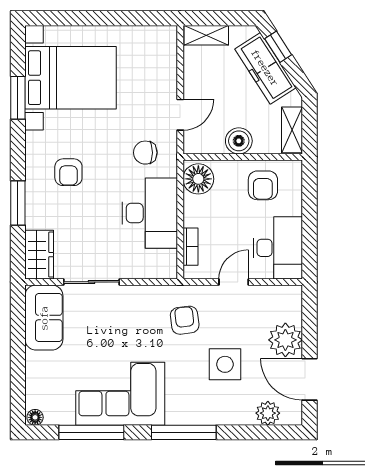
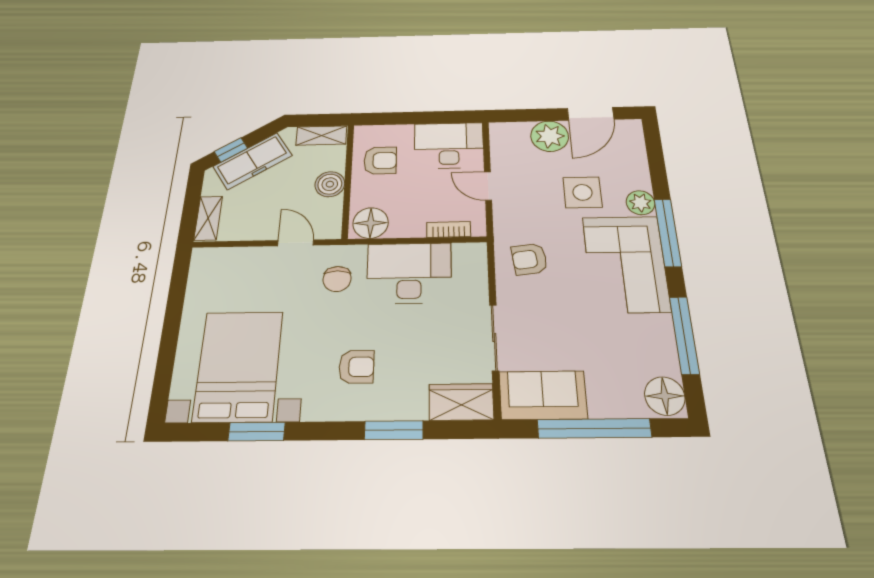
armchair: (185, 320) -> (529, 259), moved
window: (18, 354) -> (594, 428), added
corner sofa: (120, 394) -> (626, 264), moved
plant: (268, 413) -> (640, 203), moved
floor lamp: (35, 417) -> (665, 396), width x1.89, depth x1.89

